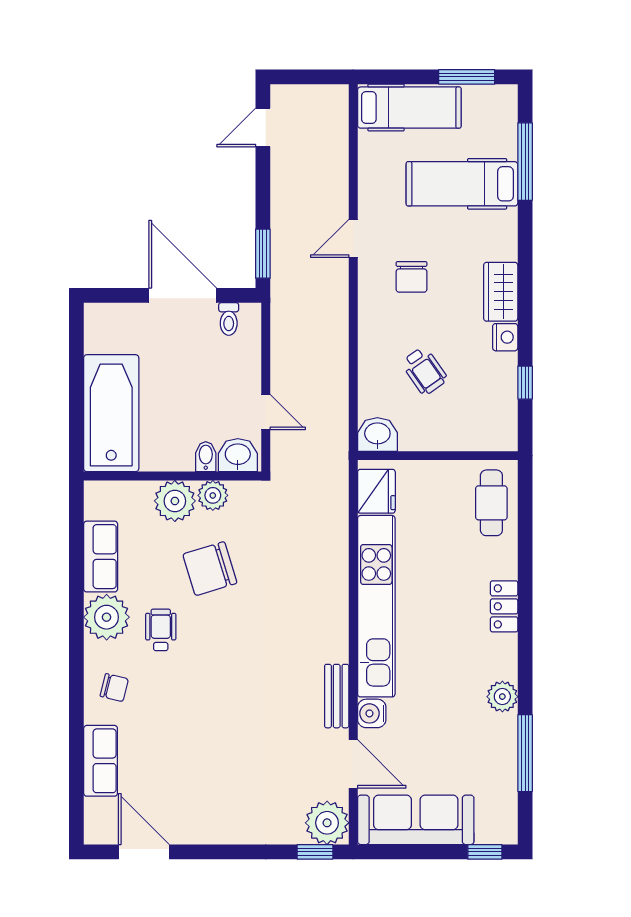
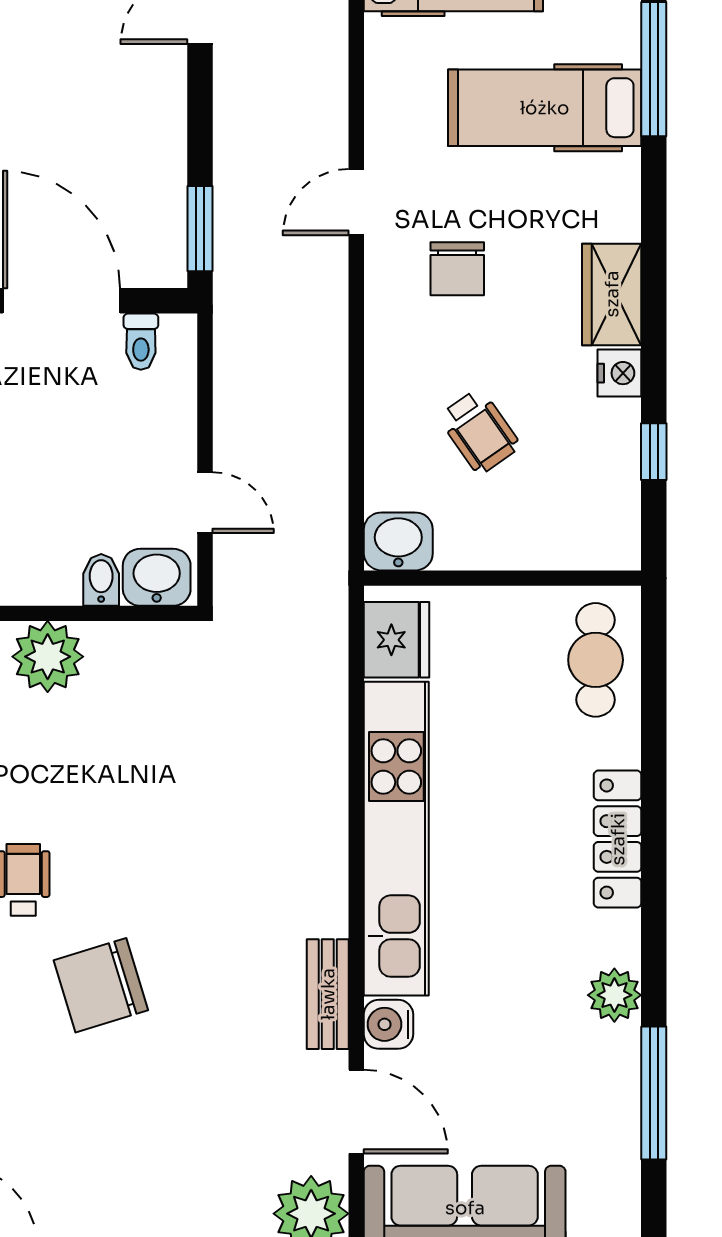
plant: (213, 495) -> (113, 647), removed
chair: (210, 569) -> (101, 985), moved
locker: (504, 606) -> (618, 839), width x1.53

